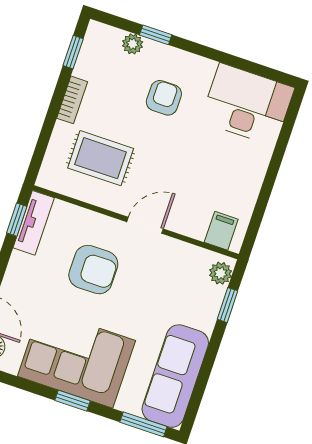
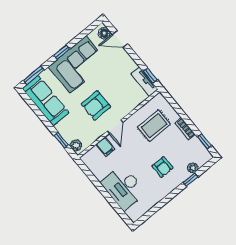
desk: (247, 105) -> (123, 188), moved, turned 90
filing cabinet: (221, 231) -> (105, 147), moved
armchair: (93, 270) -> (96, 105), moved

